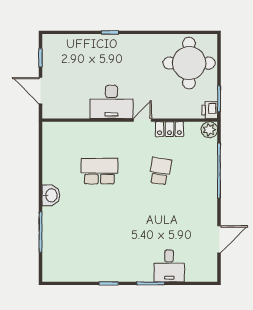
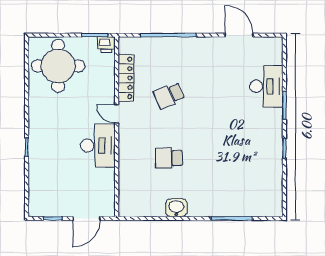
locker: (169, 129) -> (126, 78), width x1.53
plant: (209, 130) -> (127, 45), removed
school desk: (99, 171) -> (169, 158), width x0.54
school desk: (160, 171) -> (169, 96), turned -33
washbasin: (51, 195) -> (176, 208), moved
desk: (169, 266) -> (266, 86), width x1.37

